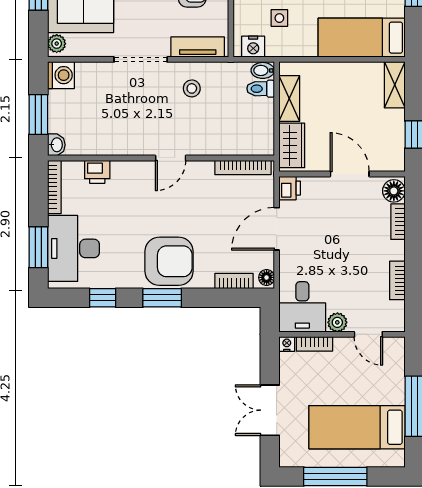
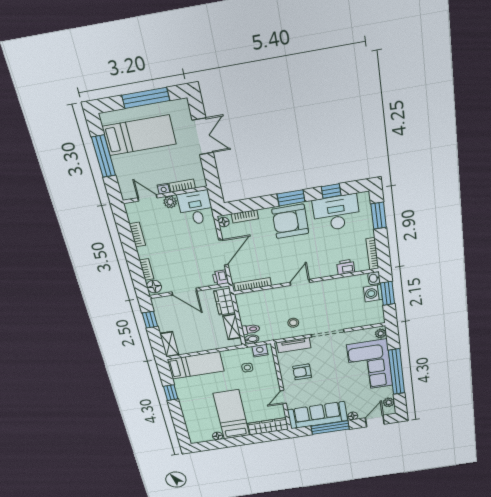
washing machine: (61, 75) -> (373, 293), moved
desk: (73, 248) -> (336, 213), moved, turned -90
nightstand: (287, 344) -> (163, 189), moved

